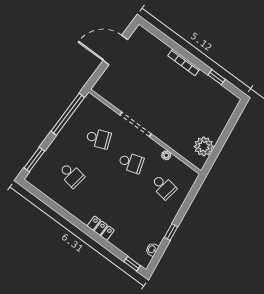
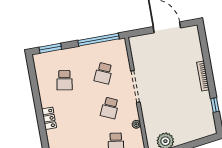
school desk: (98, 138) -> (103, 73), turned 45
school desk: (131, 163) -> (110, 108), turned 42
locker: (101, 228) -> (49, 118), moved

